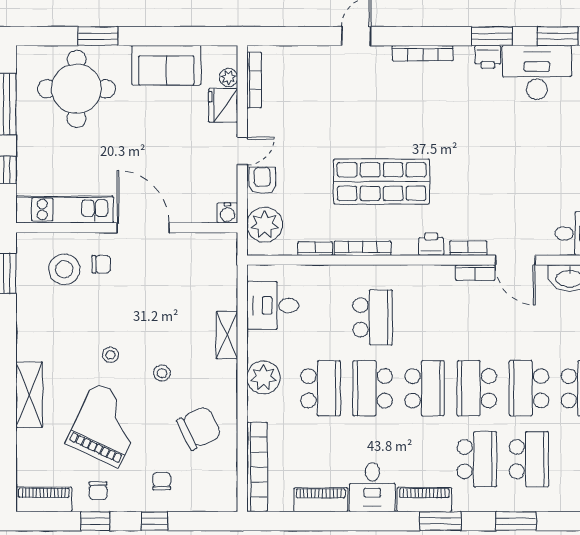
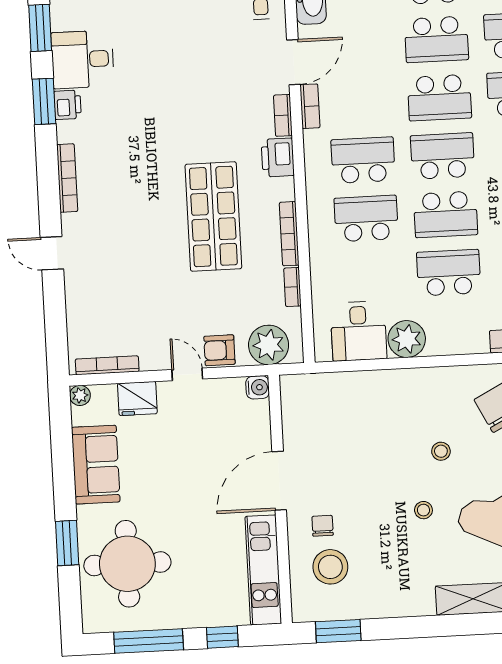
desk: (537, 72) -> (83, 59), width x0.73
plant: (229, 78) -> (80, 395), moved
printer: (431, 244) -> (278, 158), width x1.36, depth x1.24
school desk: (425, 317) -> (363, 160), added
shelving: (227, 335) -> (394, 381), removed
plant: (263, 378) -> (407, 339), moved

